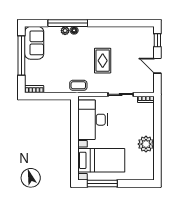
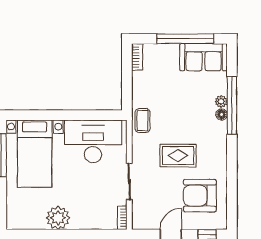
armchair: (130, 45) -> (200, 196), added

